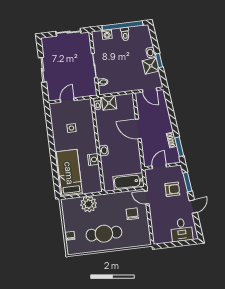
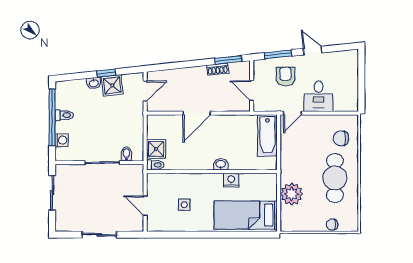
chair: (132, 214) -> (341, 138), moved
desk: (182, 230) -> (319, 96), moved, turned 90

